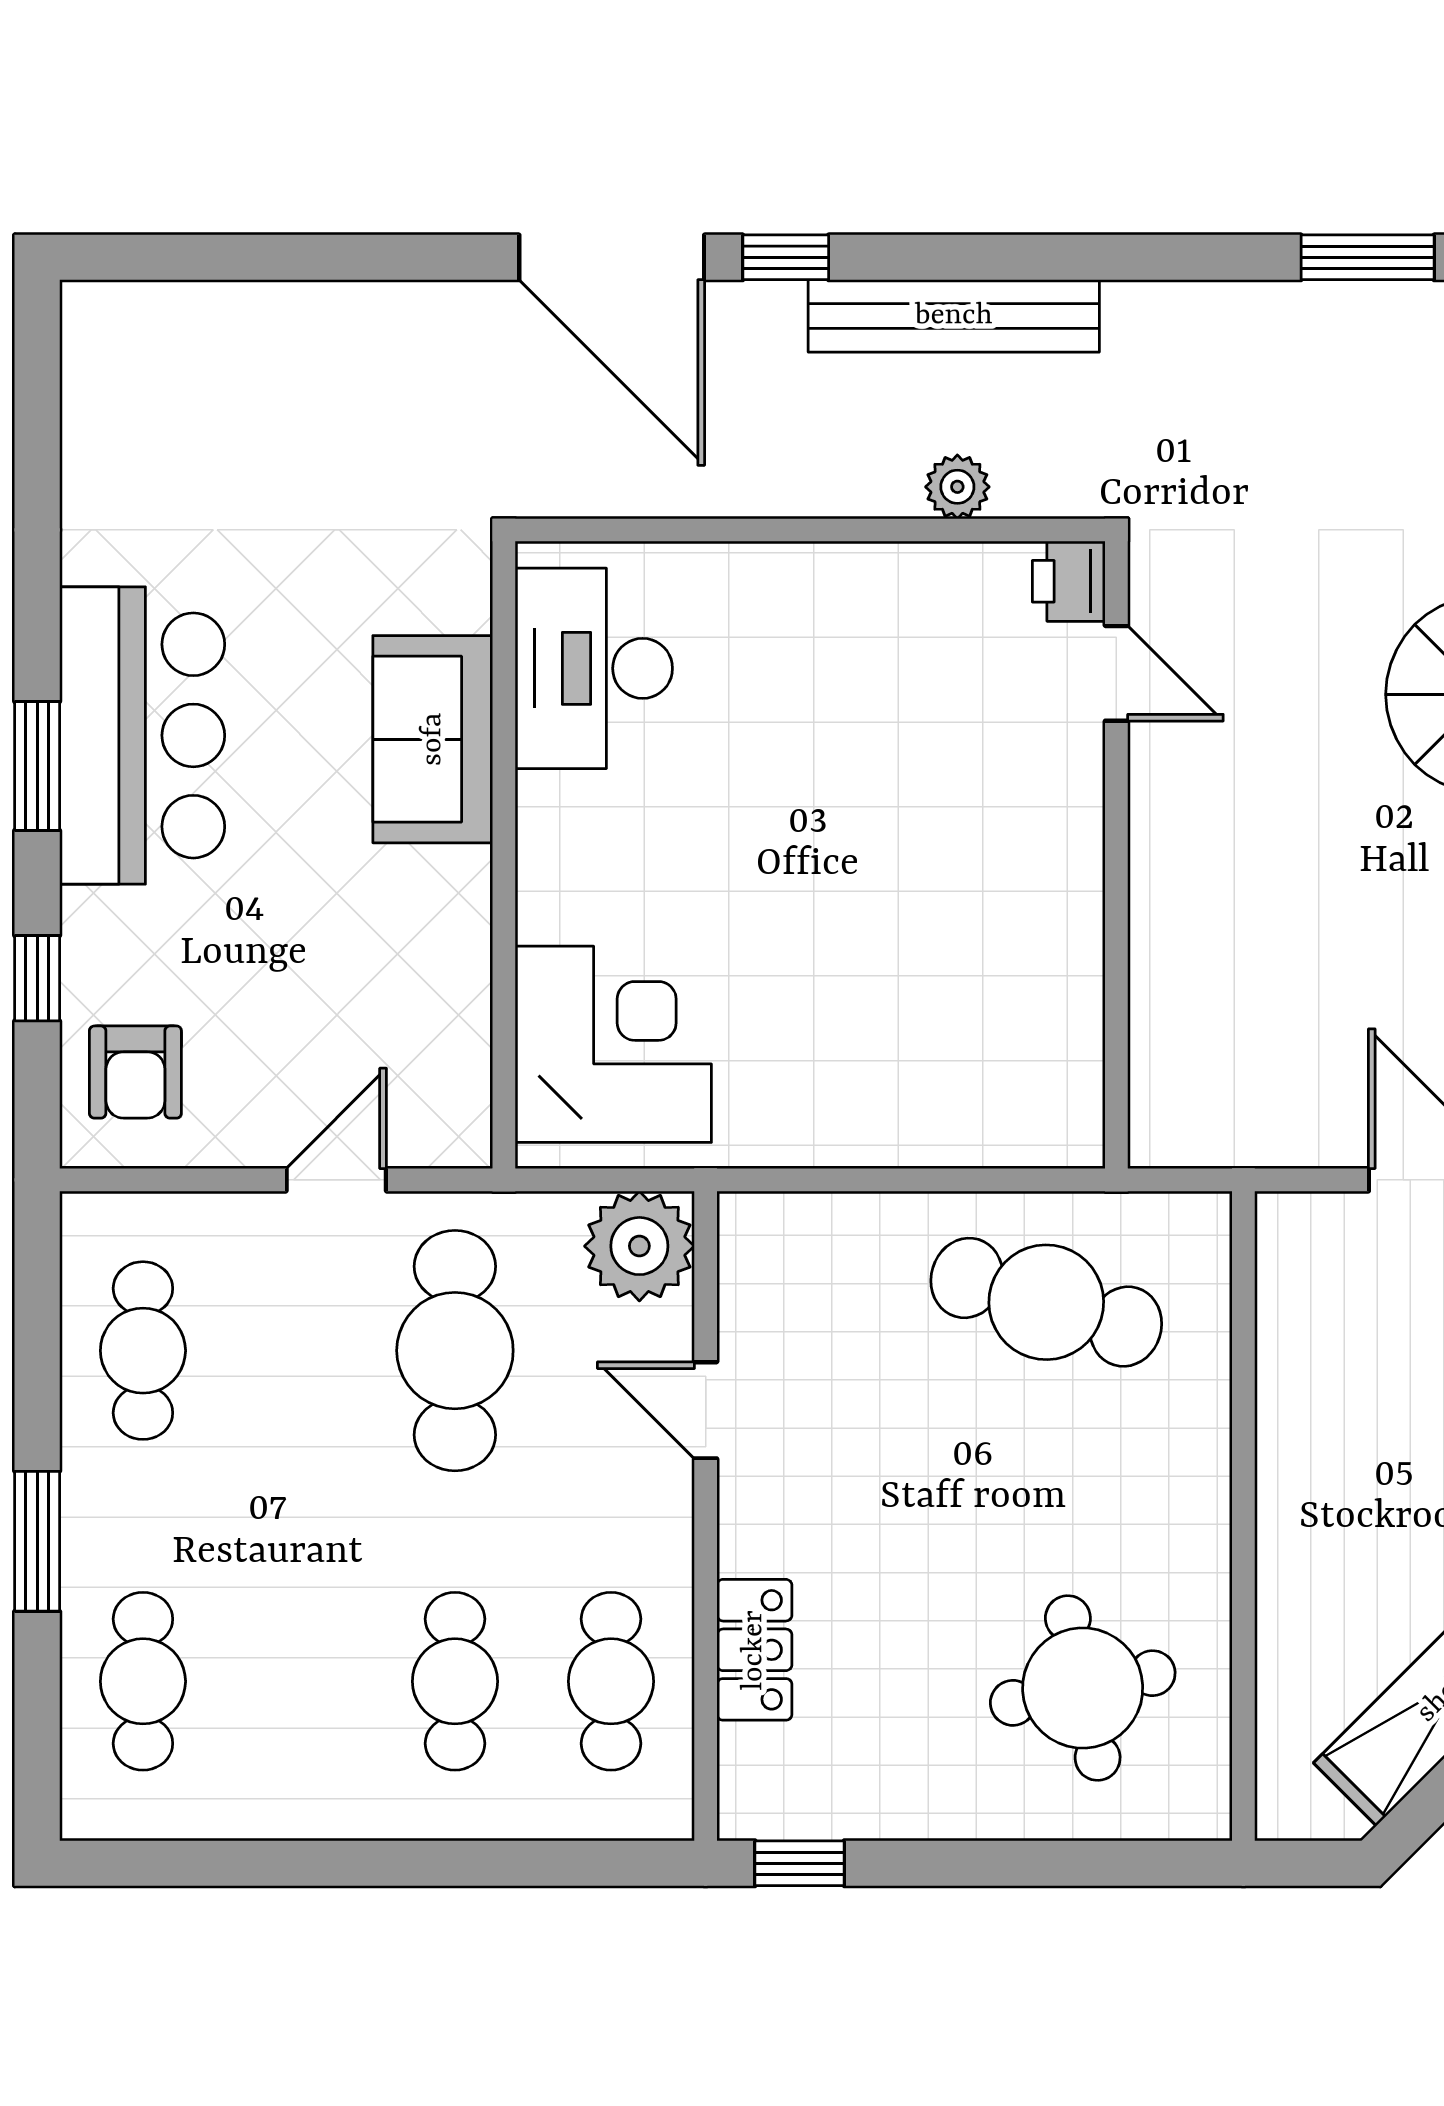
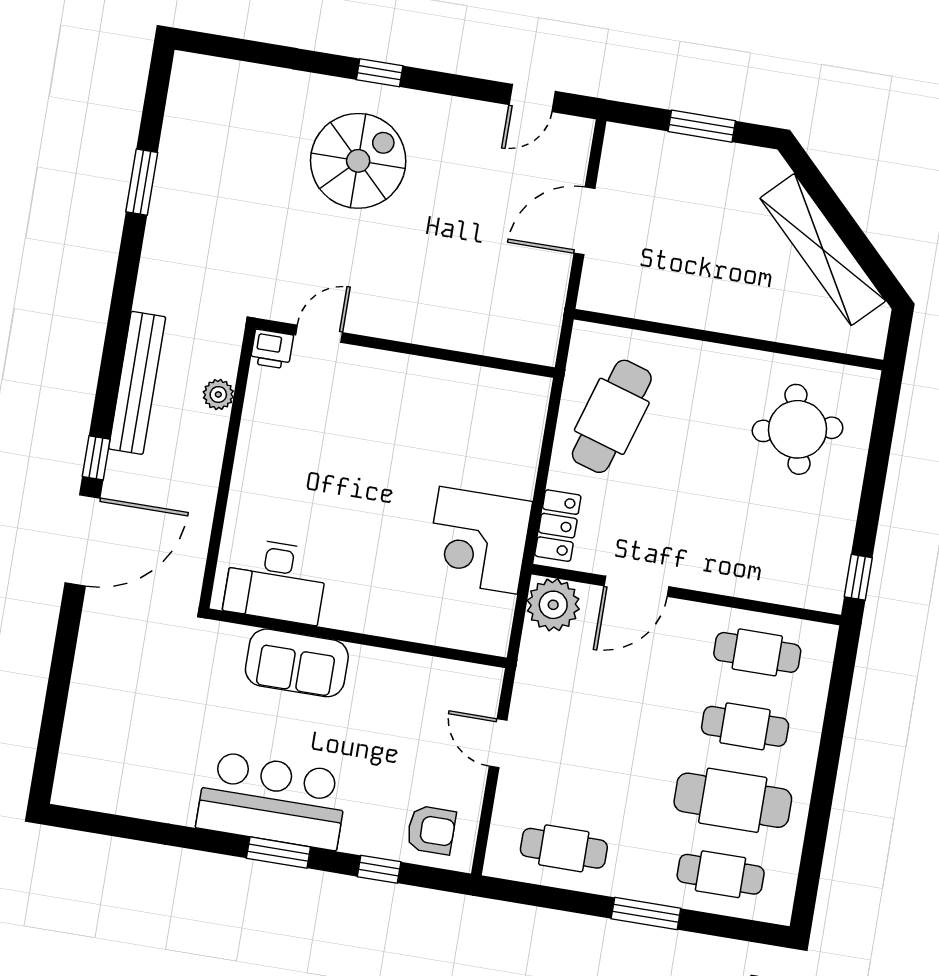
corner desk: (613, 1044) -> (478, 540), moved, turned -90
cafe table: (455, 1351) -> (733, 800), moved
door: (706, 1410) -> (636, 586), width x1.38
locker: (754, 1650) -> (558, 526), moved, turned 90

